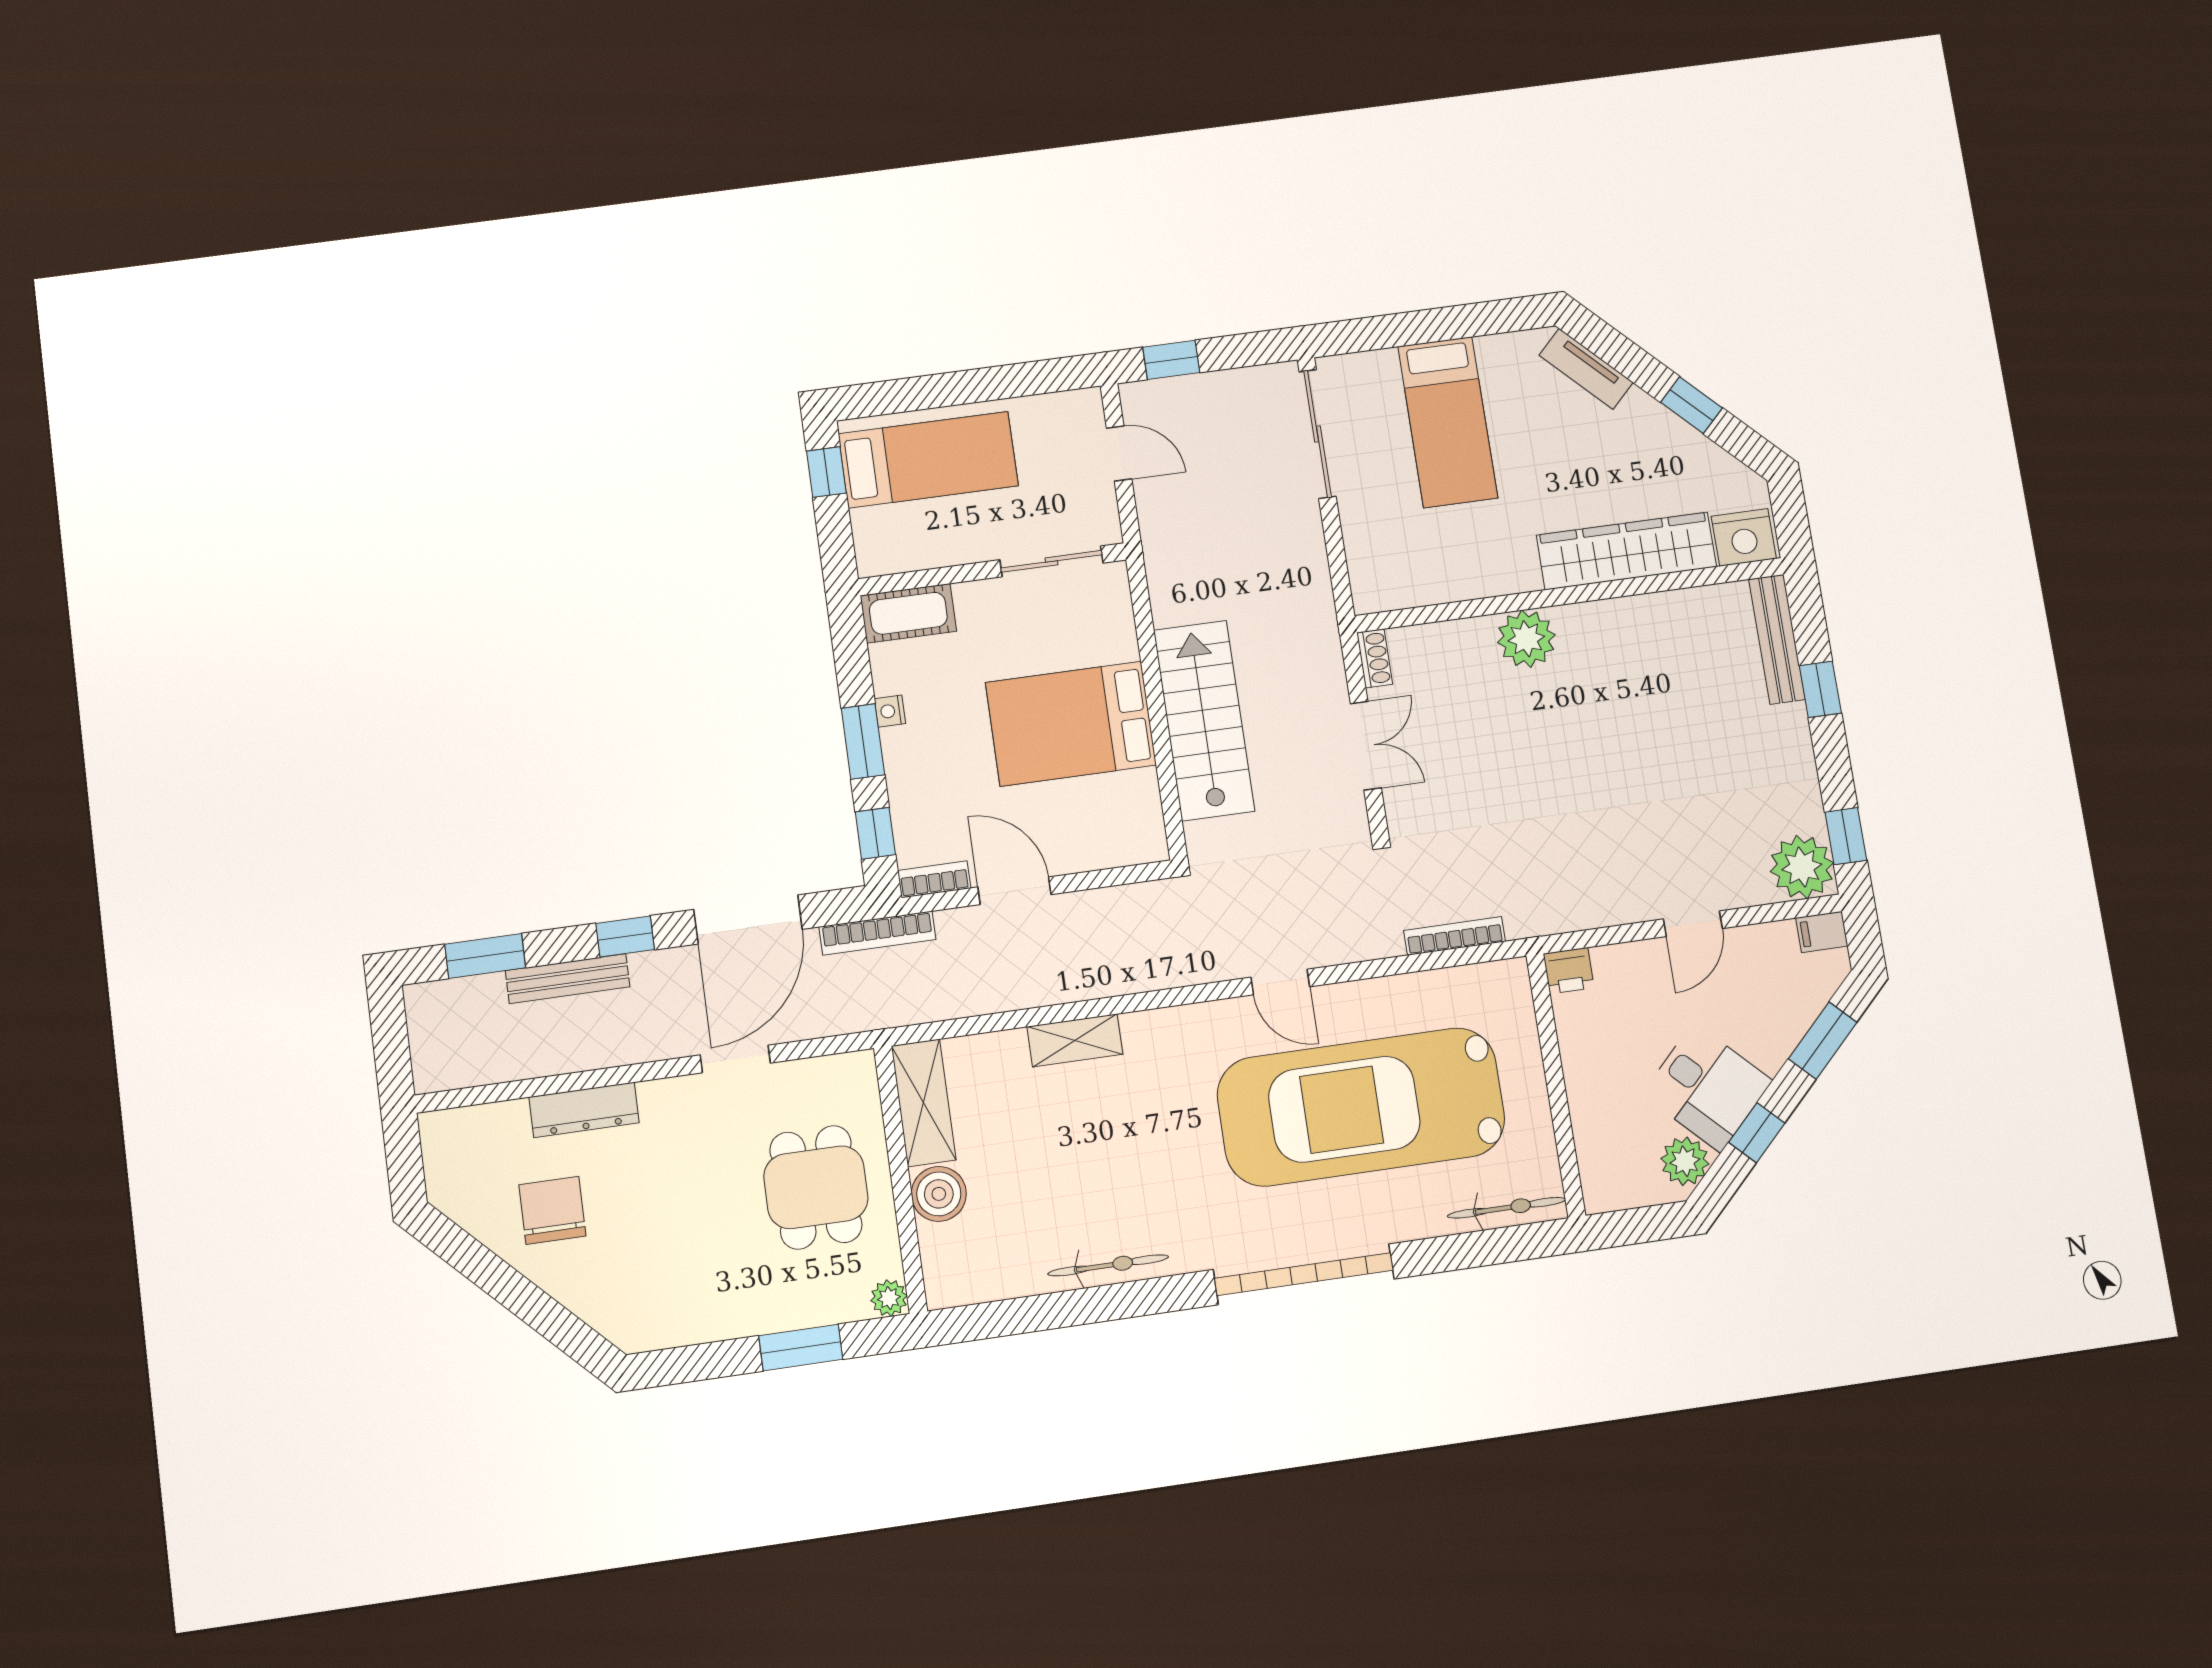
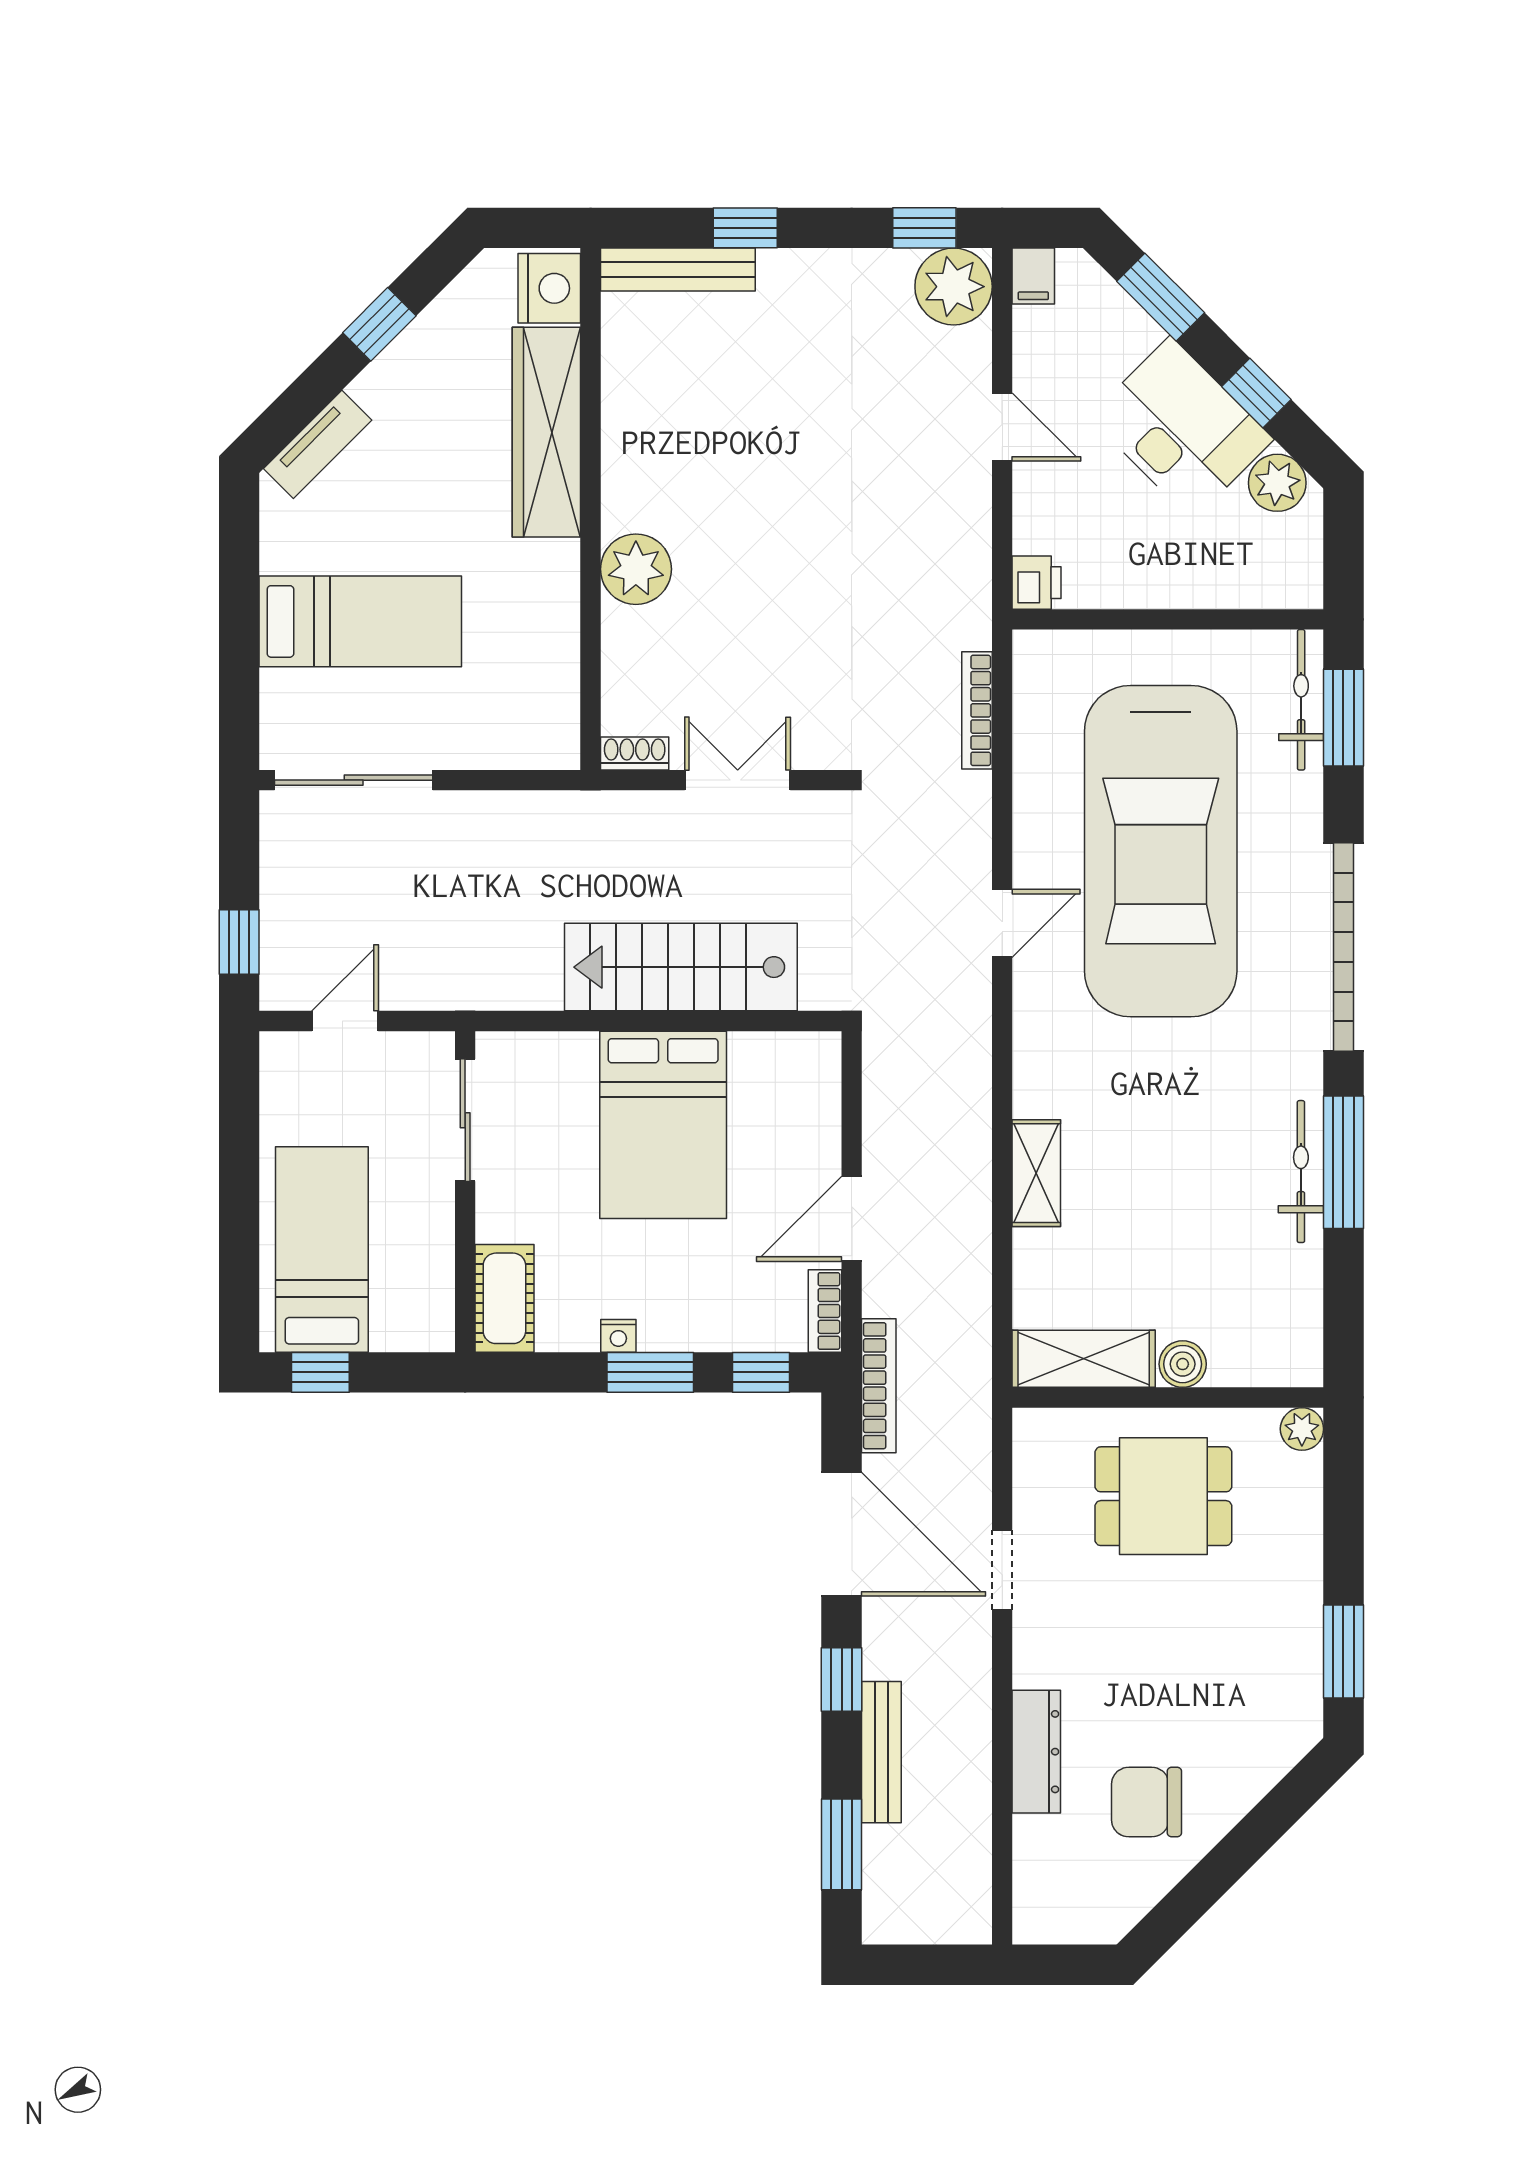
desk: (1707, 1087) -> (1181, 428), width x1.37
boiler: (939, 1194) -> (1183, 1364), width x0.73, depth x0.73
window: (1497, 1246) -> (1343, 718), added
window: (1121, 1301) -> (1343, 1162), added
window: (801, 1348) -> (1343, 1652), moved

